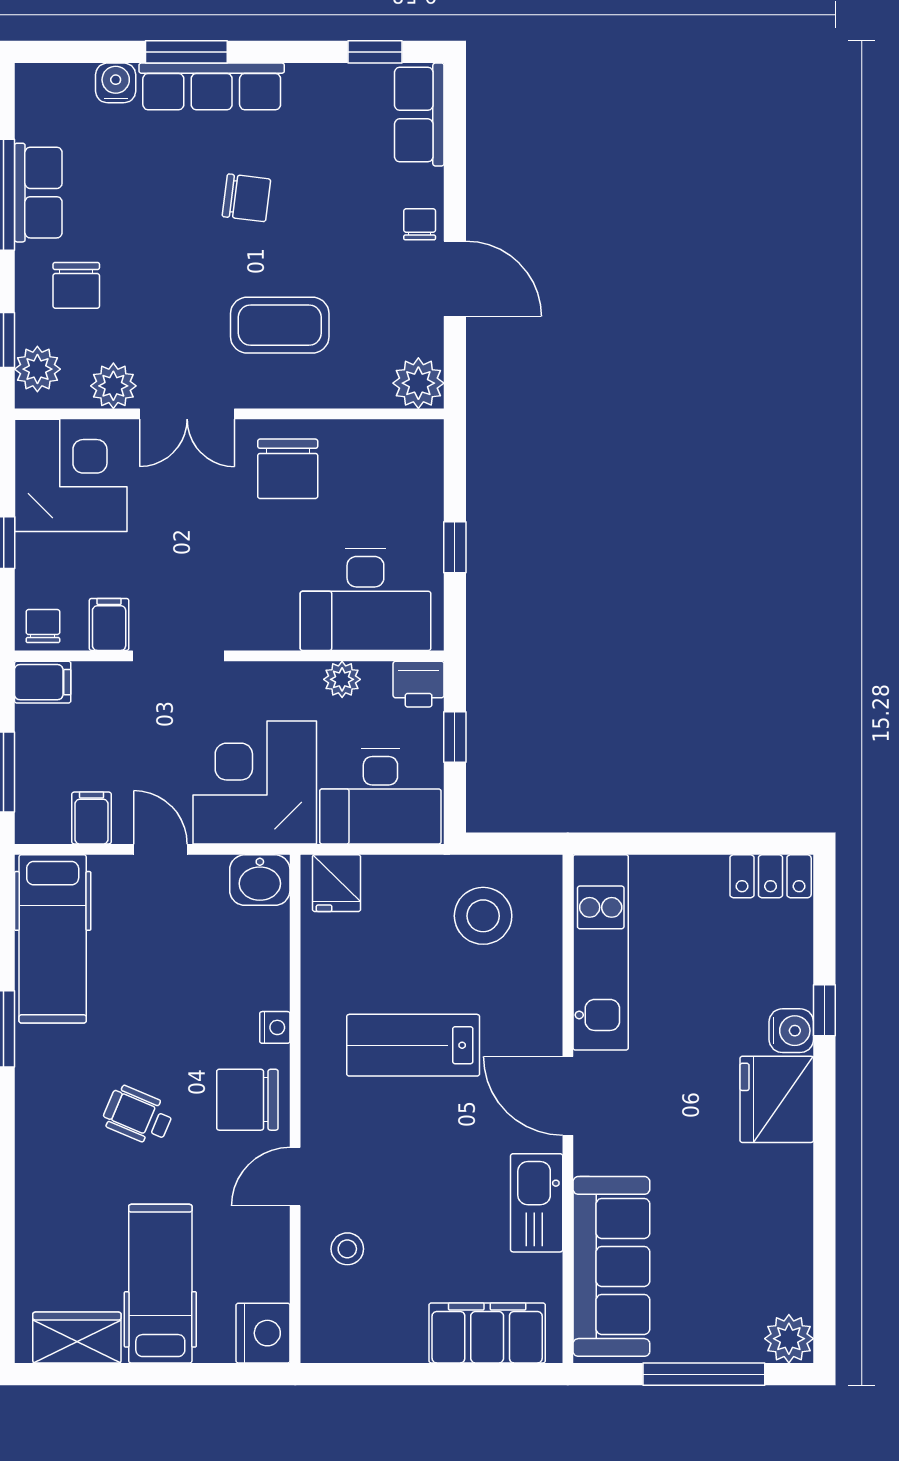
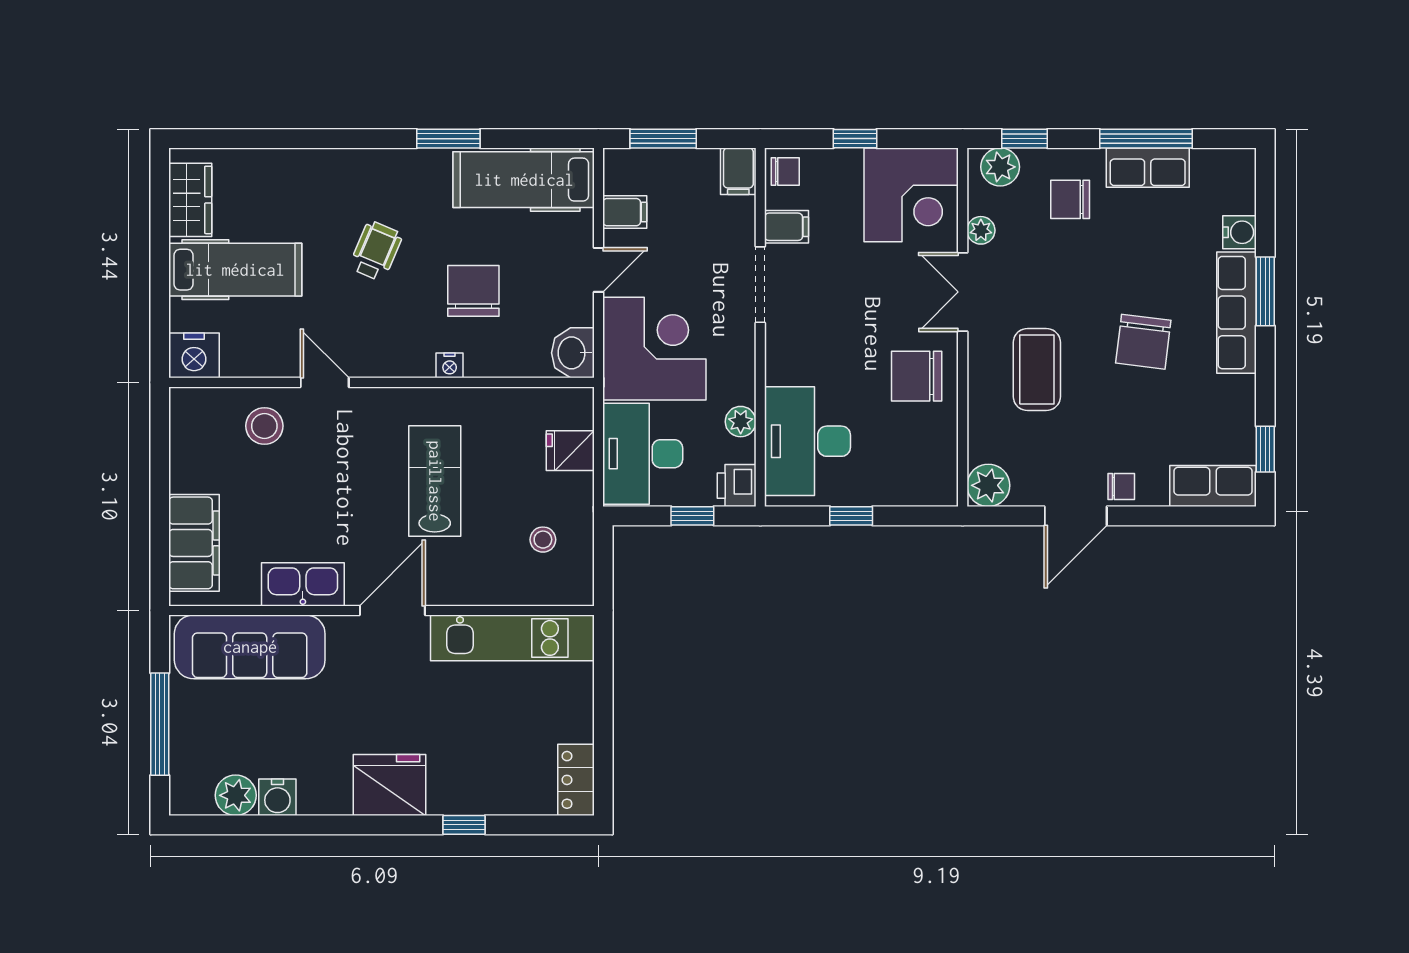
chair: (246, 198) -> (1143, 342), width x1.37, depth x1.37
plant: (113, 386) -> (981, 230), width x0.73, depth x0.73
fridge: (336, 883) -> (570, 451), moved
stool: (483, 916) -> (543, 540), width x0.53, depth x0.53
water cooler: (791, 1031) -> (277, 797), moved
chair: (247, 1100) -> (473, 291), moved
stool: (347, 1249) -> (264, 426), width x1.37, depth x1.37
plant: (789, 1339) -> (236, 795), moved

